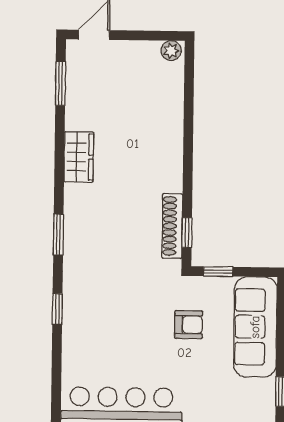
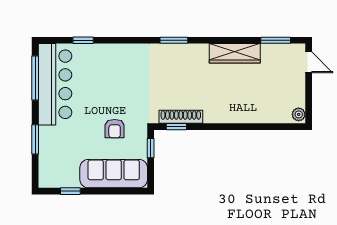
wardrobe: (79, 157) -> (235, 53), width x1.50
window: (57, 309) -> (83, 40), moved

